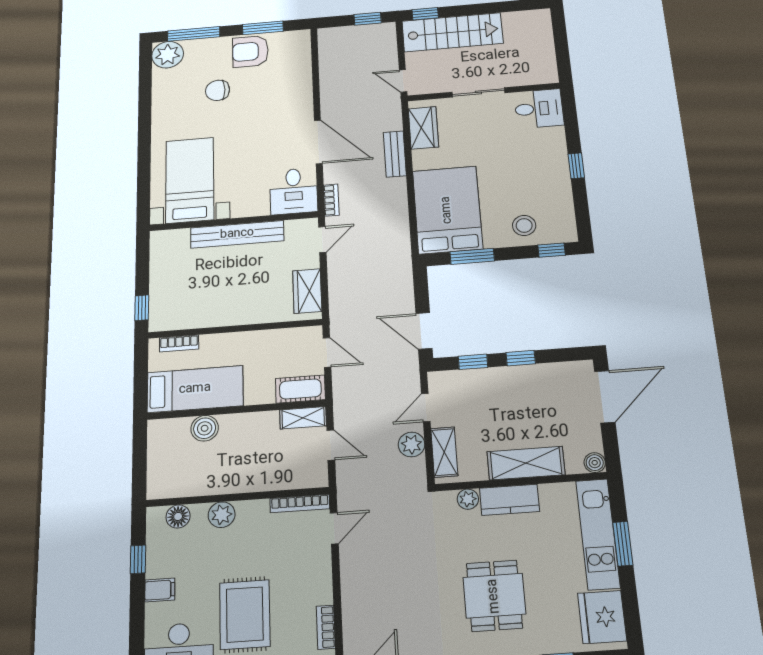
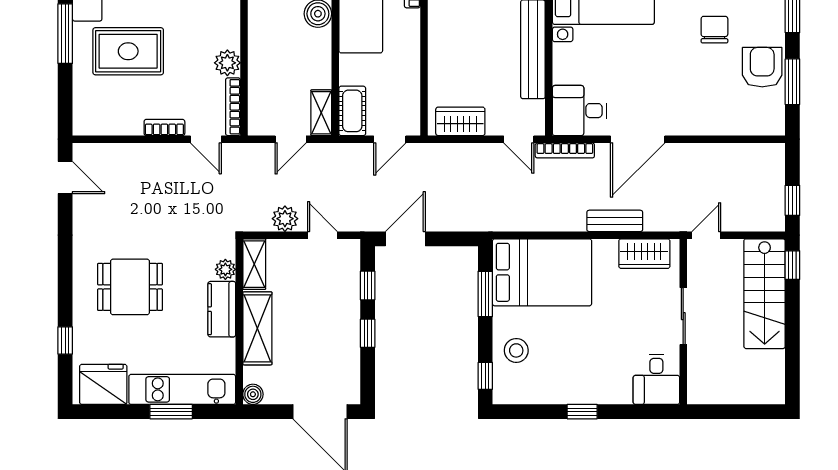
bookcase: (331, 200) -> (565, 150), width x1.56
shelving: (444, 452) -> (254, 264), moved, turned 90
plant: (222, 515) -> (227, 63), moved
bookcase: (326, 627) -> (164, 127), moved

